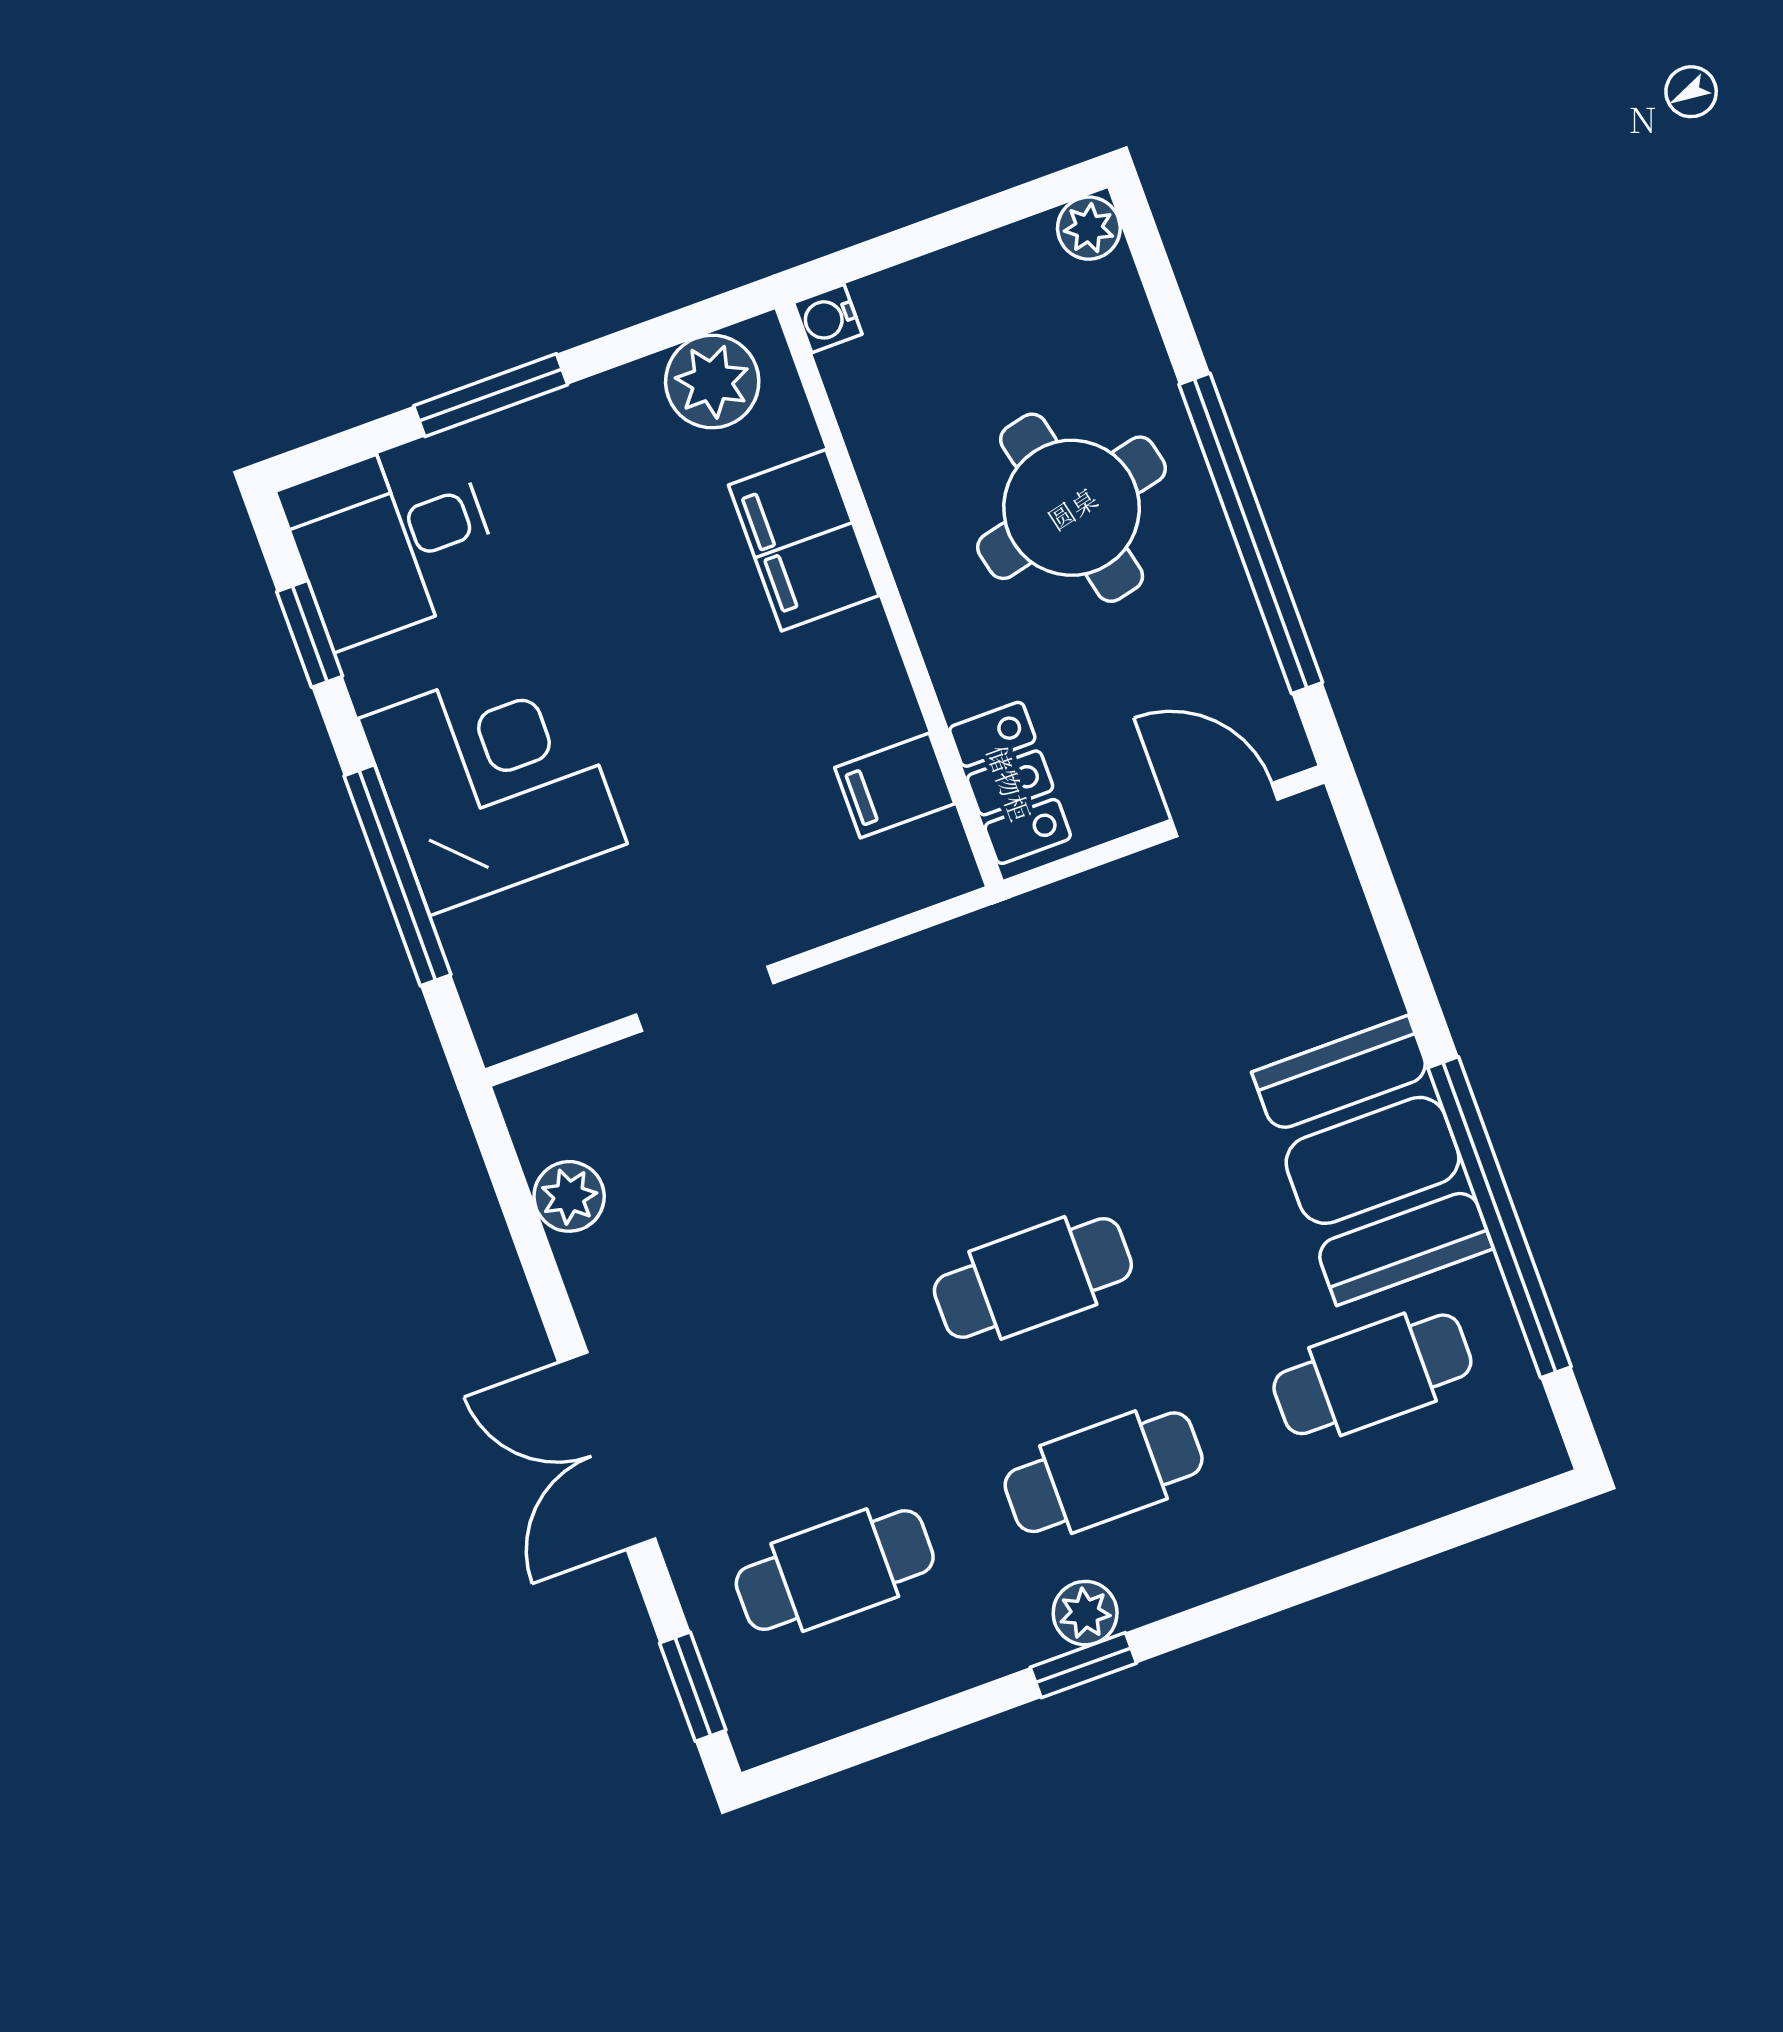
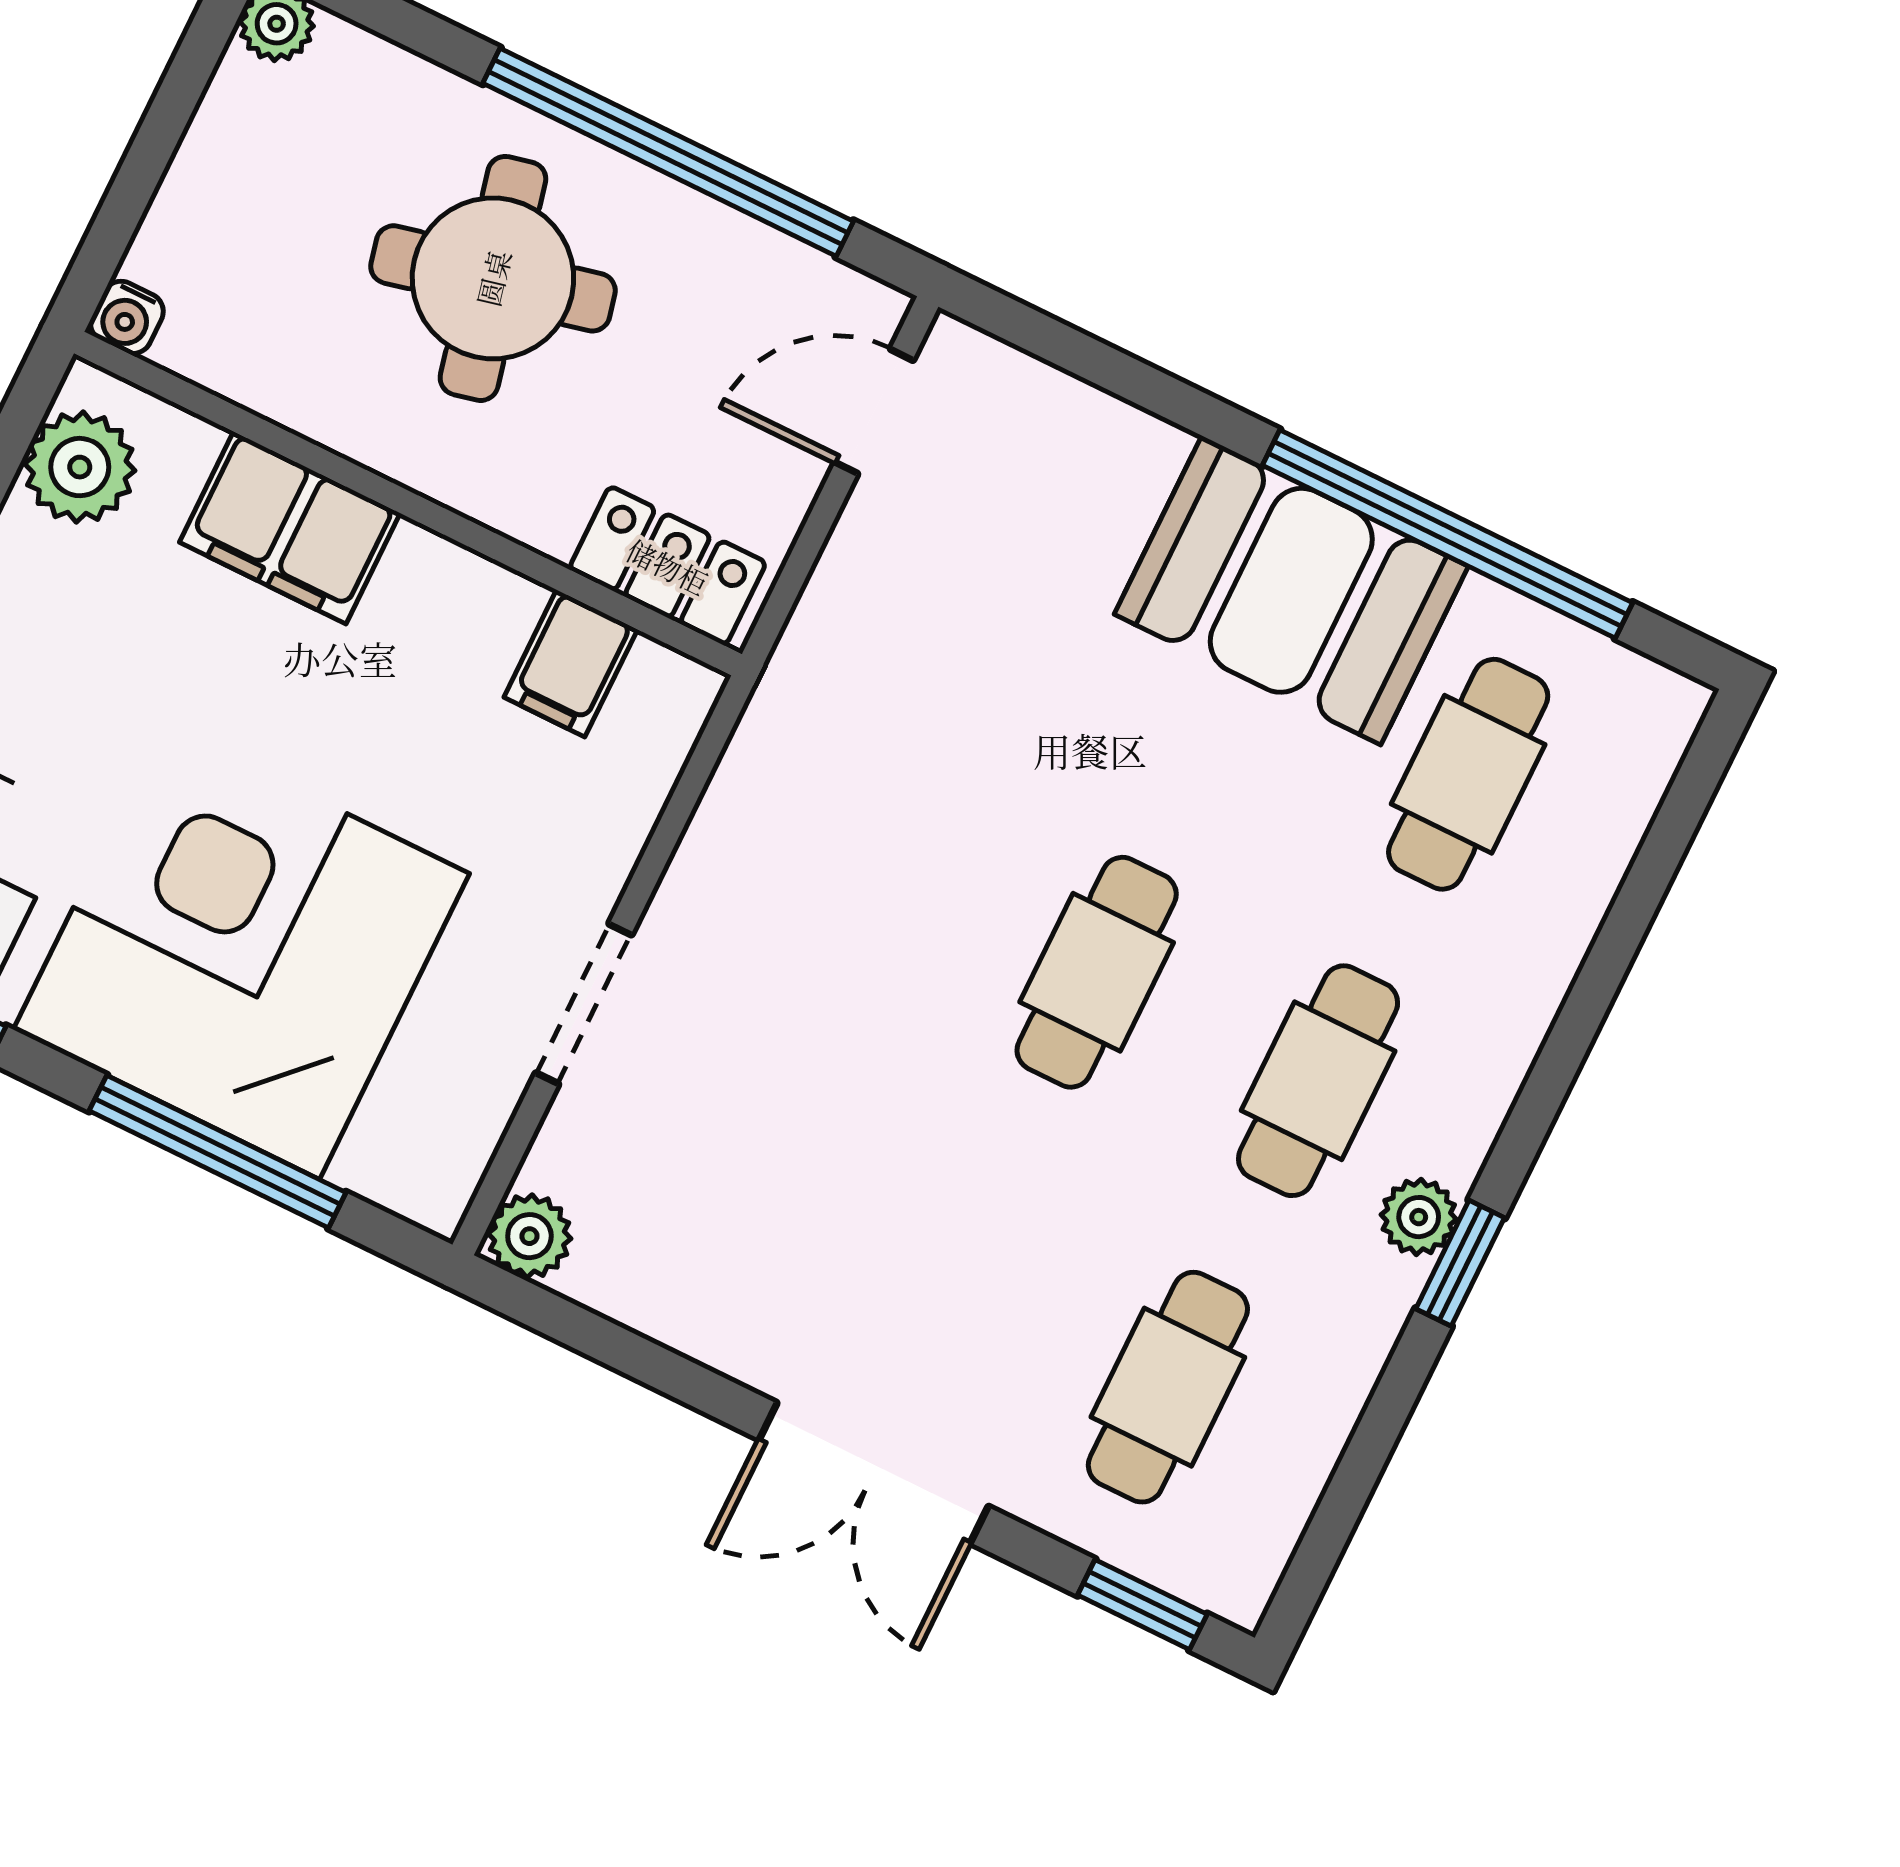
corner desk: (493, 781) -> (241, 952), width x1.36, depth x1.36
plant: (569, 1196) -> (529, 1236), moved

